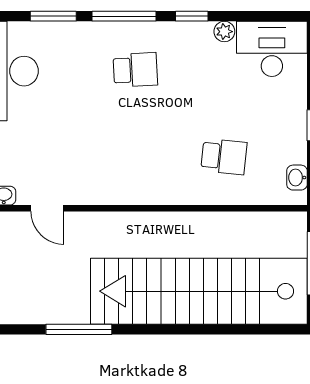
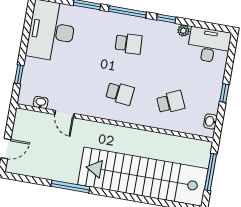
school desk: (135, 157) -> (120, 93), added
school desk: (224, 157) -> (171, 102), turned -30

